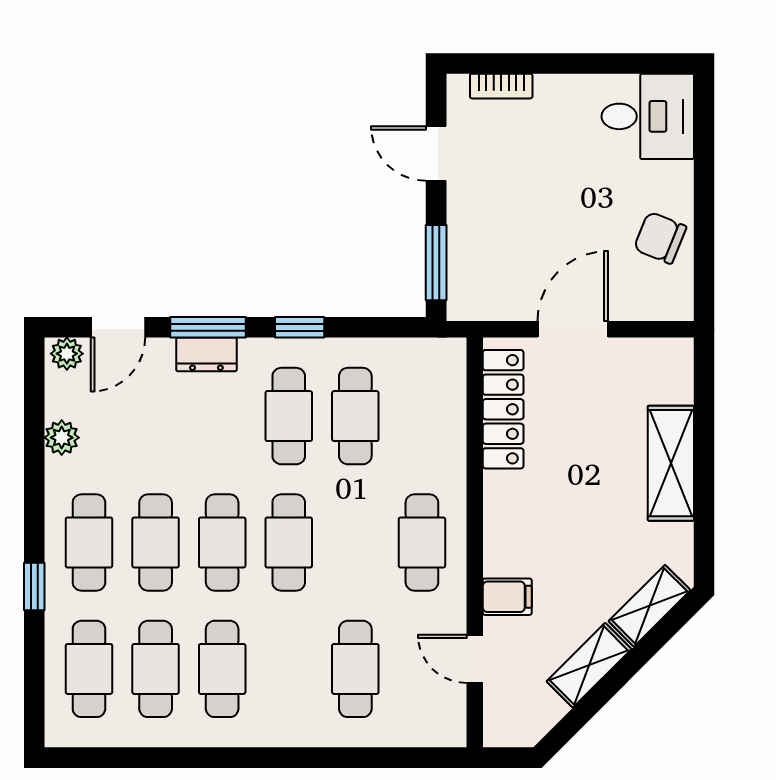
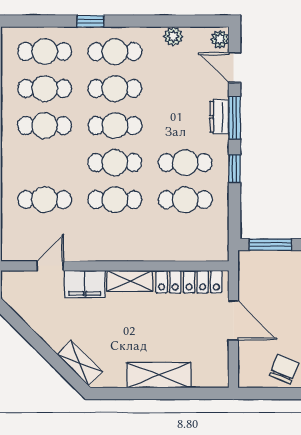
cafe table: (422, 542) -> (115, 200), moved
filing cabinet: (507, 597) -> (85, 284), width x2.00
shelving: (589, 665) -> (130, 281), moved, turned -45

